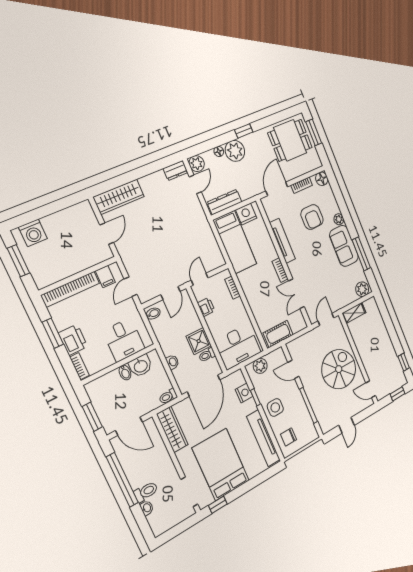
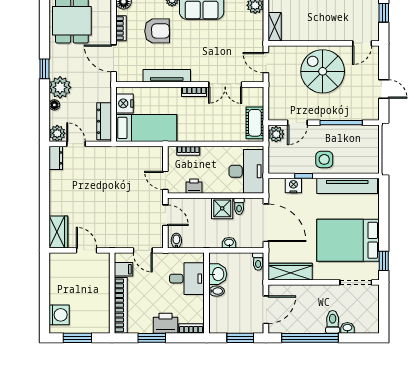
wardrobe: (119, 197) -> (58, 232), width x0.67
plant: (260, 366) -> (276, 134), moved
chair: (289, 437) -> (360, 159), removed

